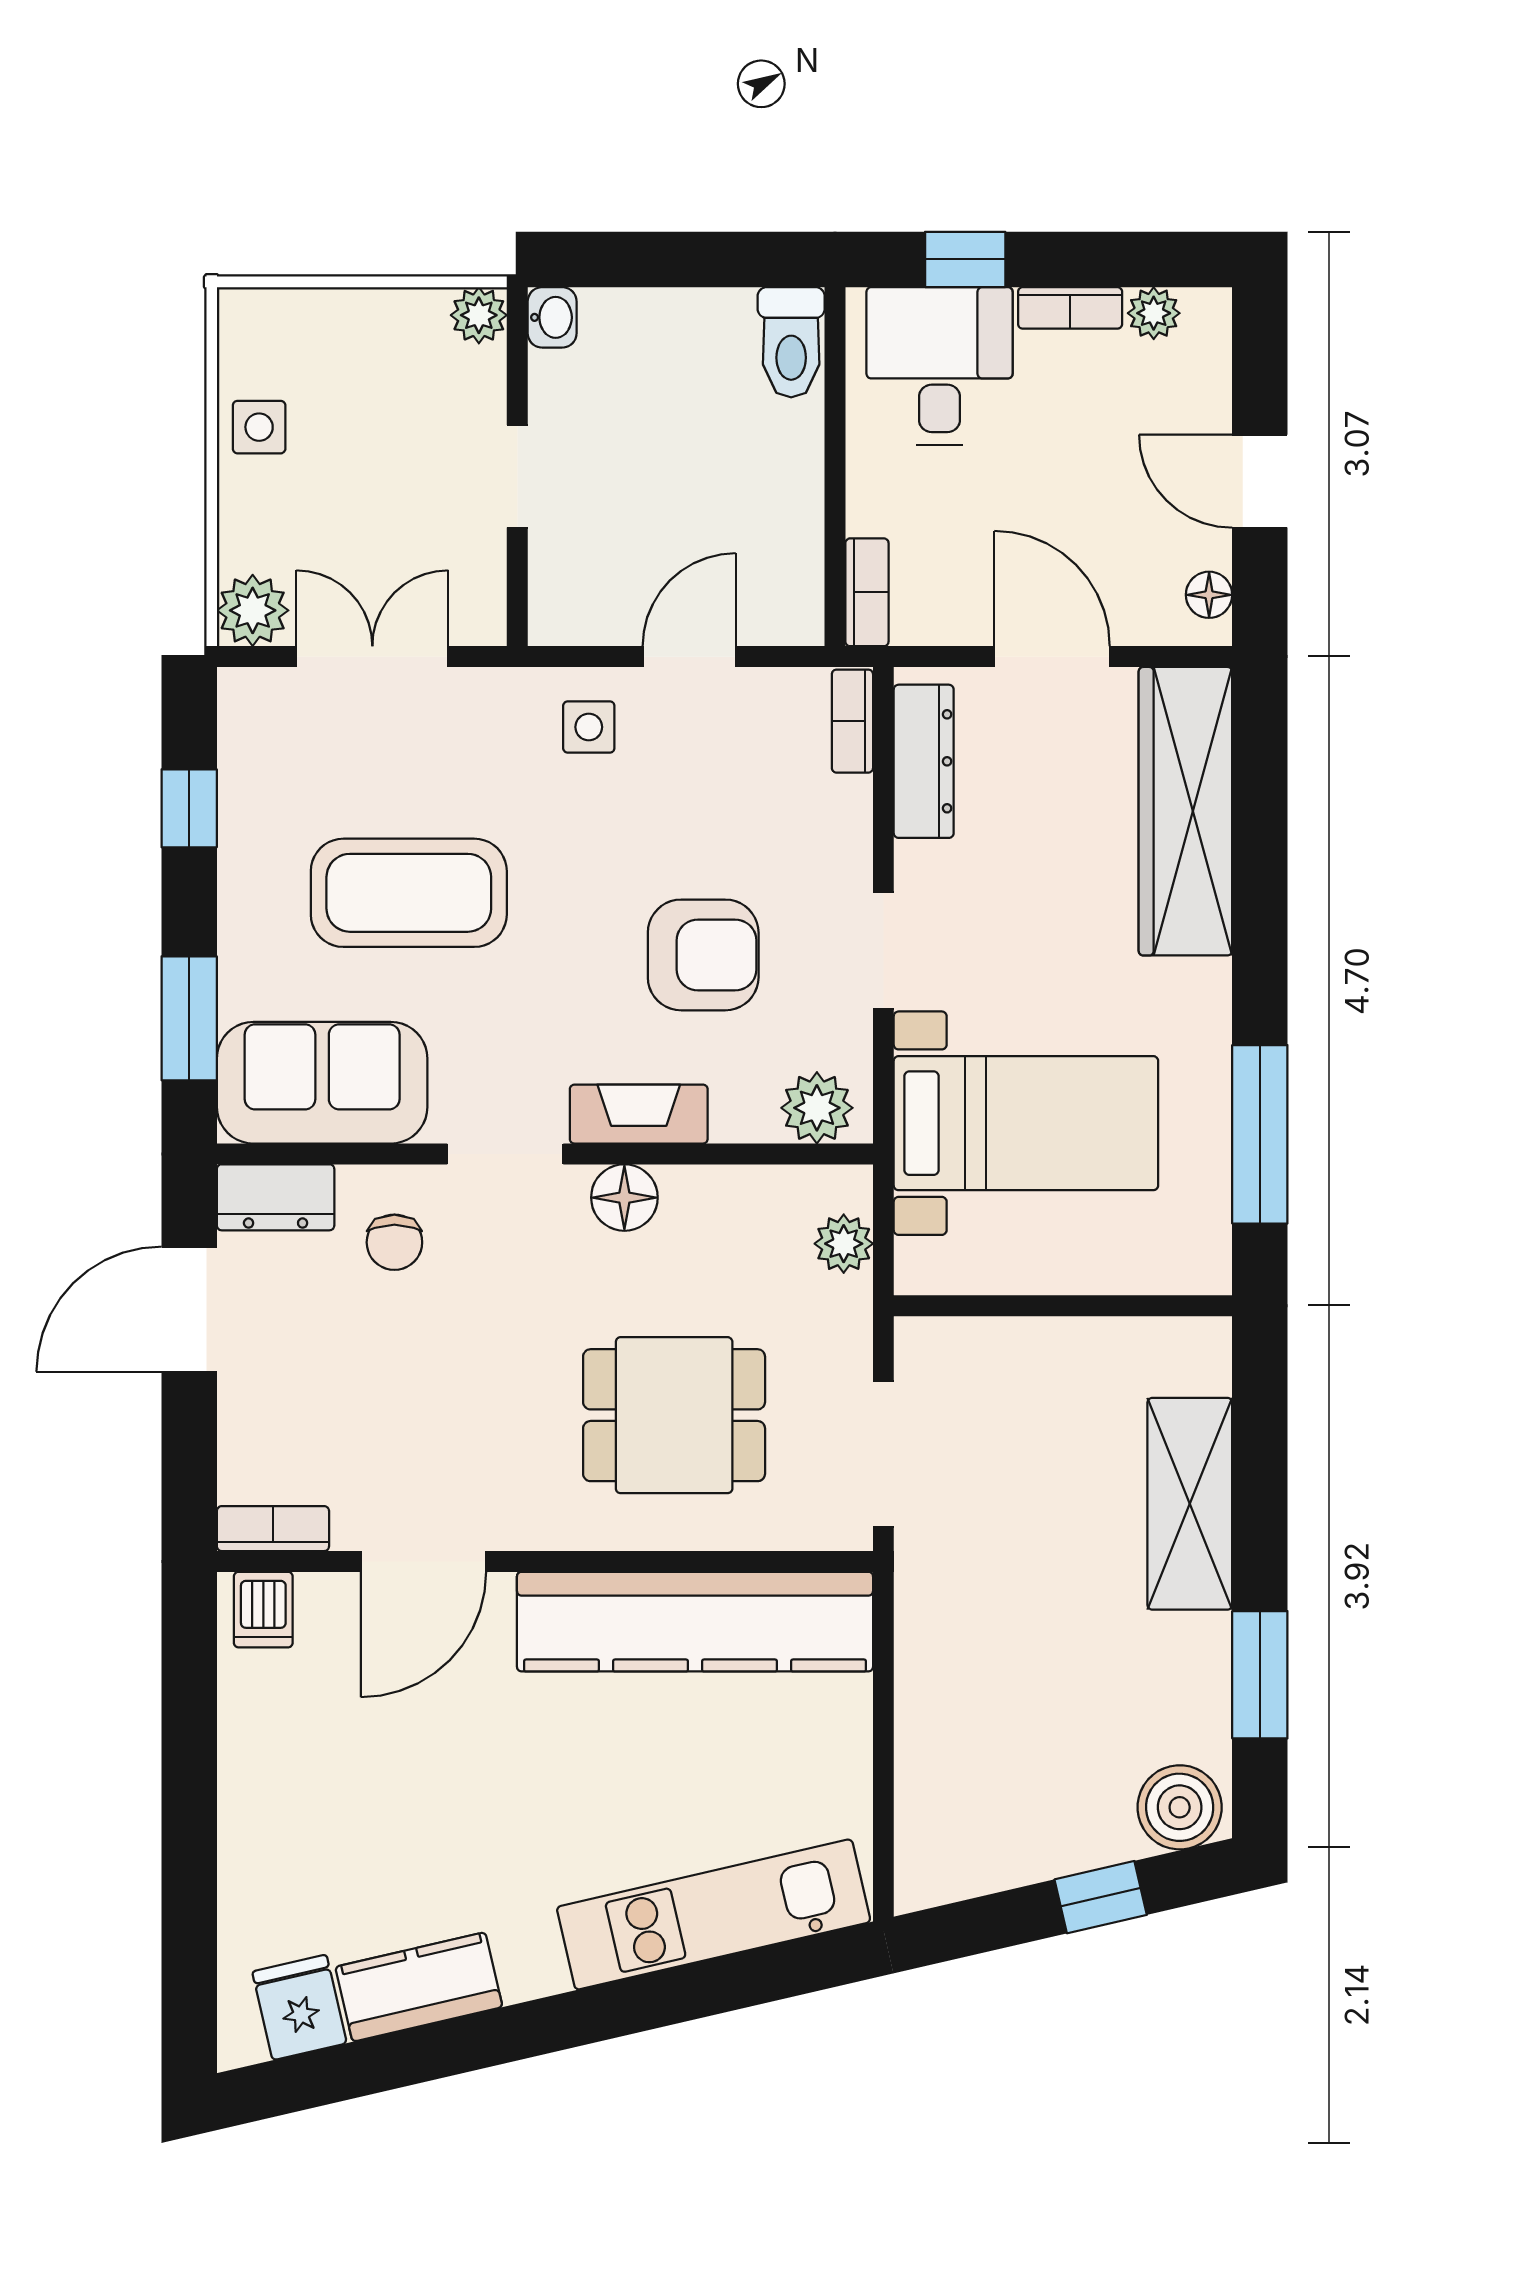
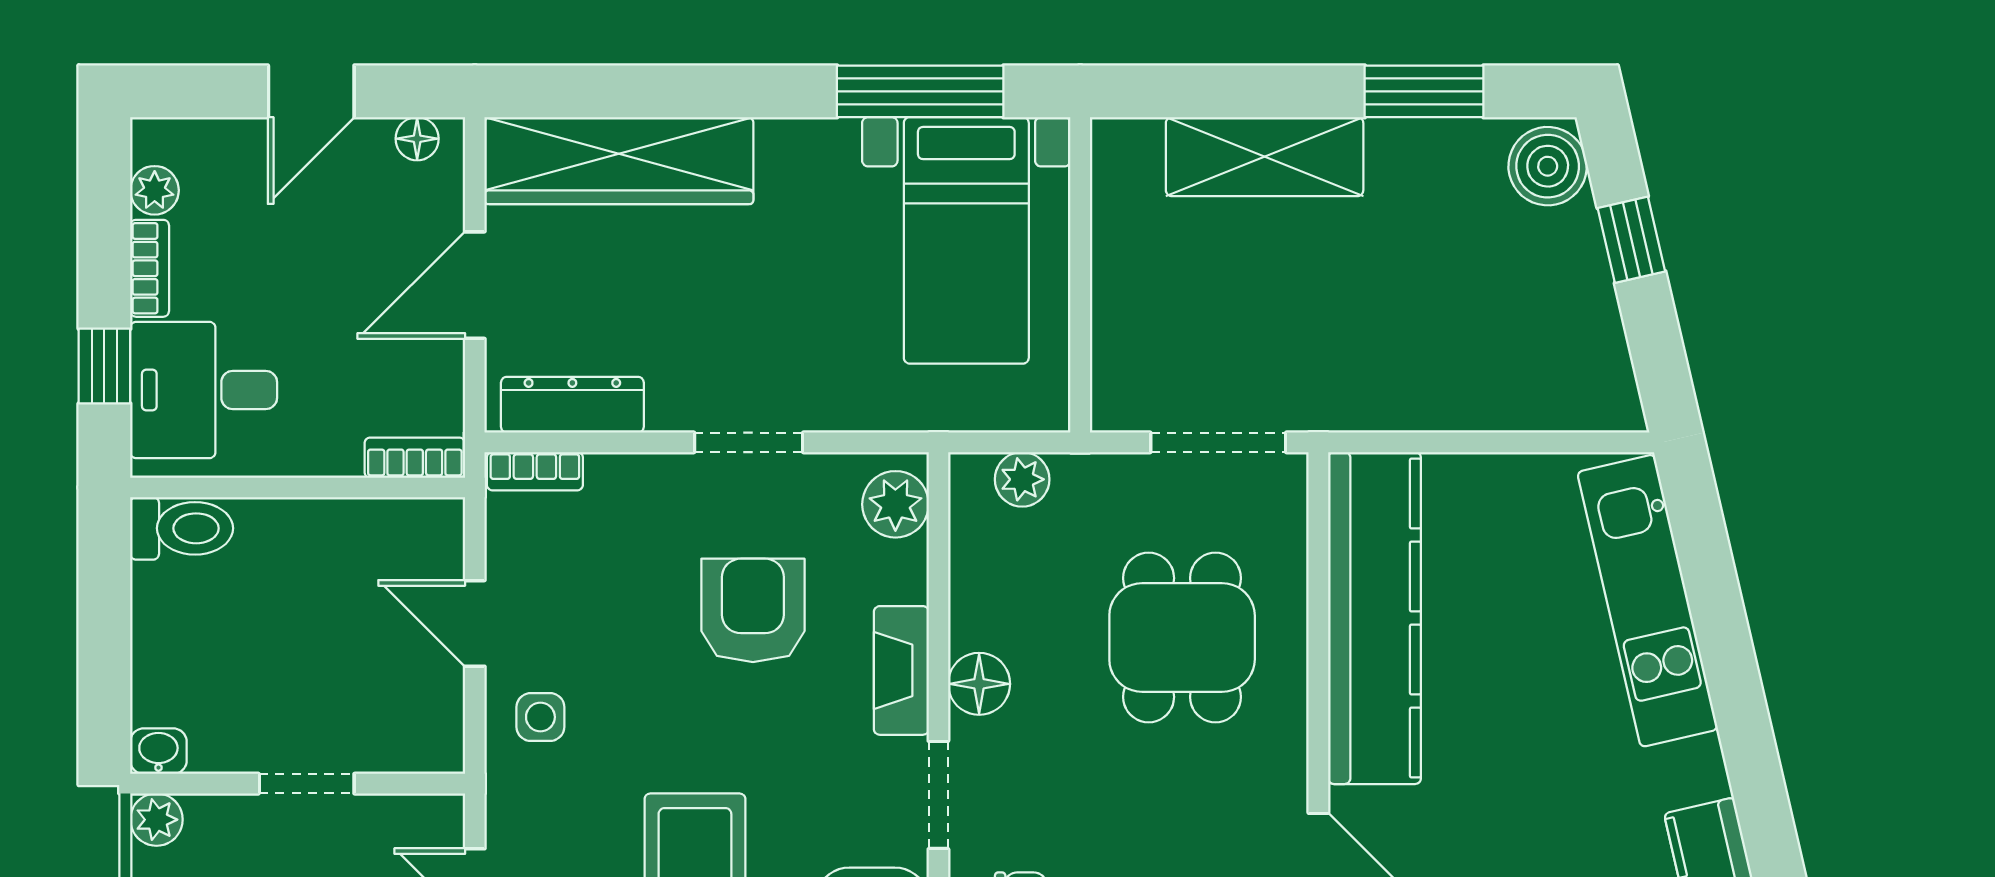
bed with nightstands: (1026, 1123) -> (966, 240), moved, turned 180

